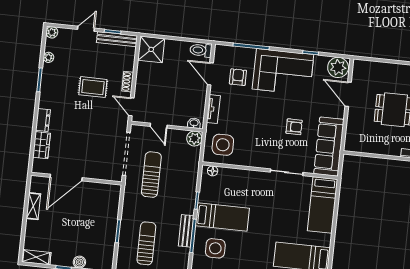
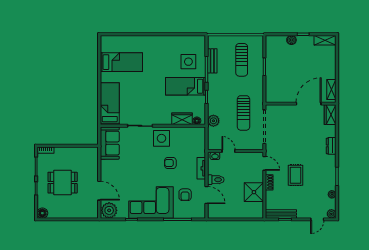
door: (86, 29) -> (317, 219), moved
shower: (151, 49) -> (254, 192), moved
toilet: (201, 50) -> (216, 180), moved
rug: (93, 87) -> (295, 175), turned 90
door: (159, 126) -> (229, 151), moved
armchair: (294, 127) -> (170, 163), moved
plant: (194, 139) -> (213, 121), moved
wardrobe: (41, 145) -> (330, 115), moved
side table: (223, 145) -> (161, 138), moved
sofa: (329, 147) -> (110, 143), width x0.73
wardrobe: (231, 175) -> (182, 119), added
shelving: (33, 206) -> (331, 90), moved
bench: (186, 231) -> (212, 61), moved

